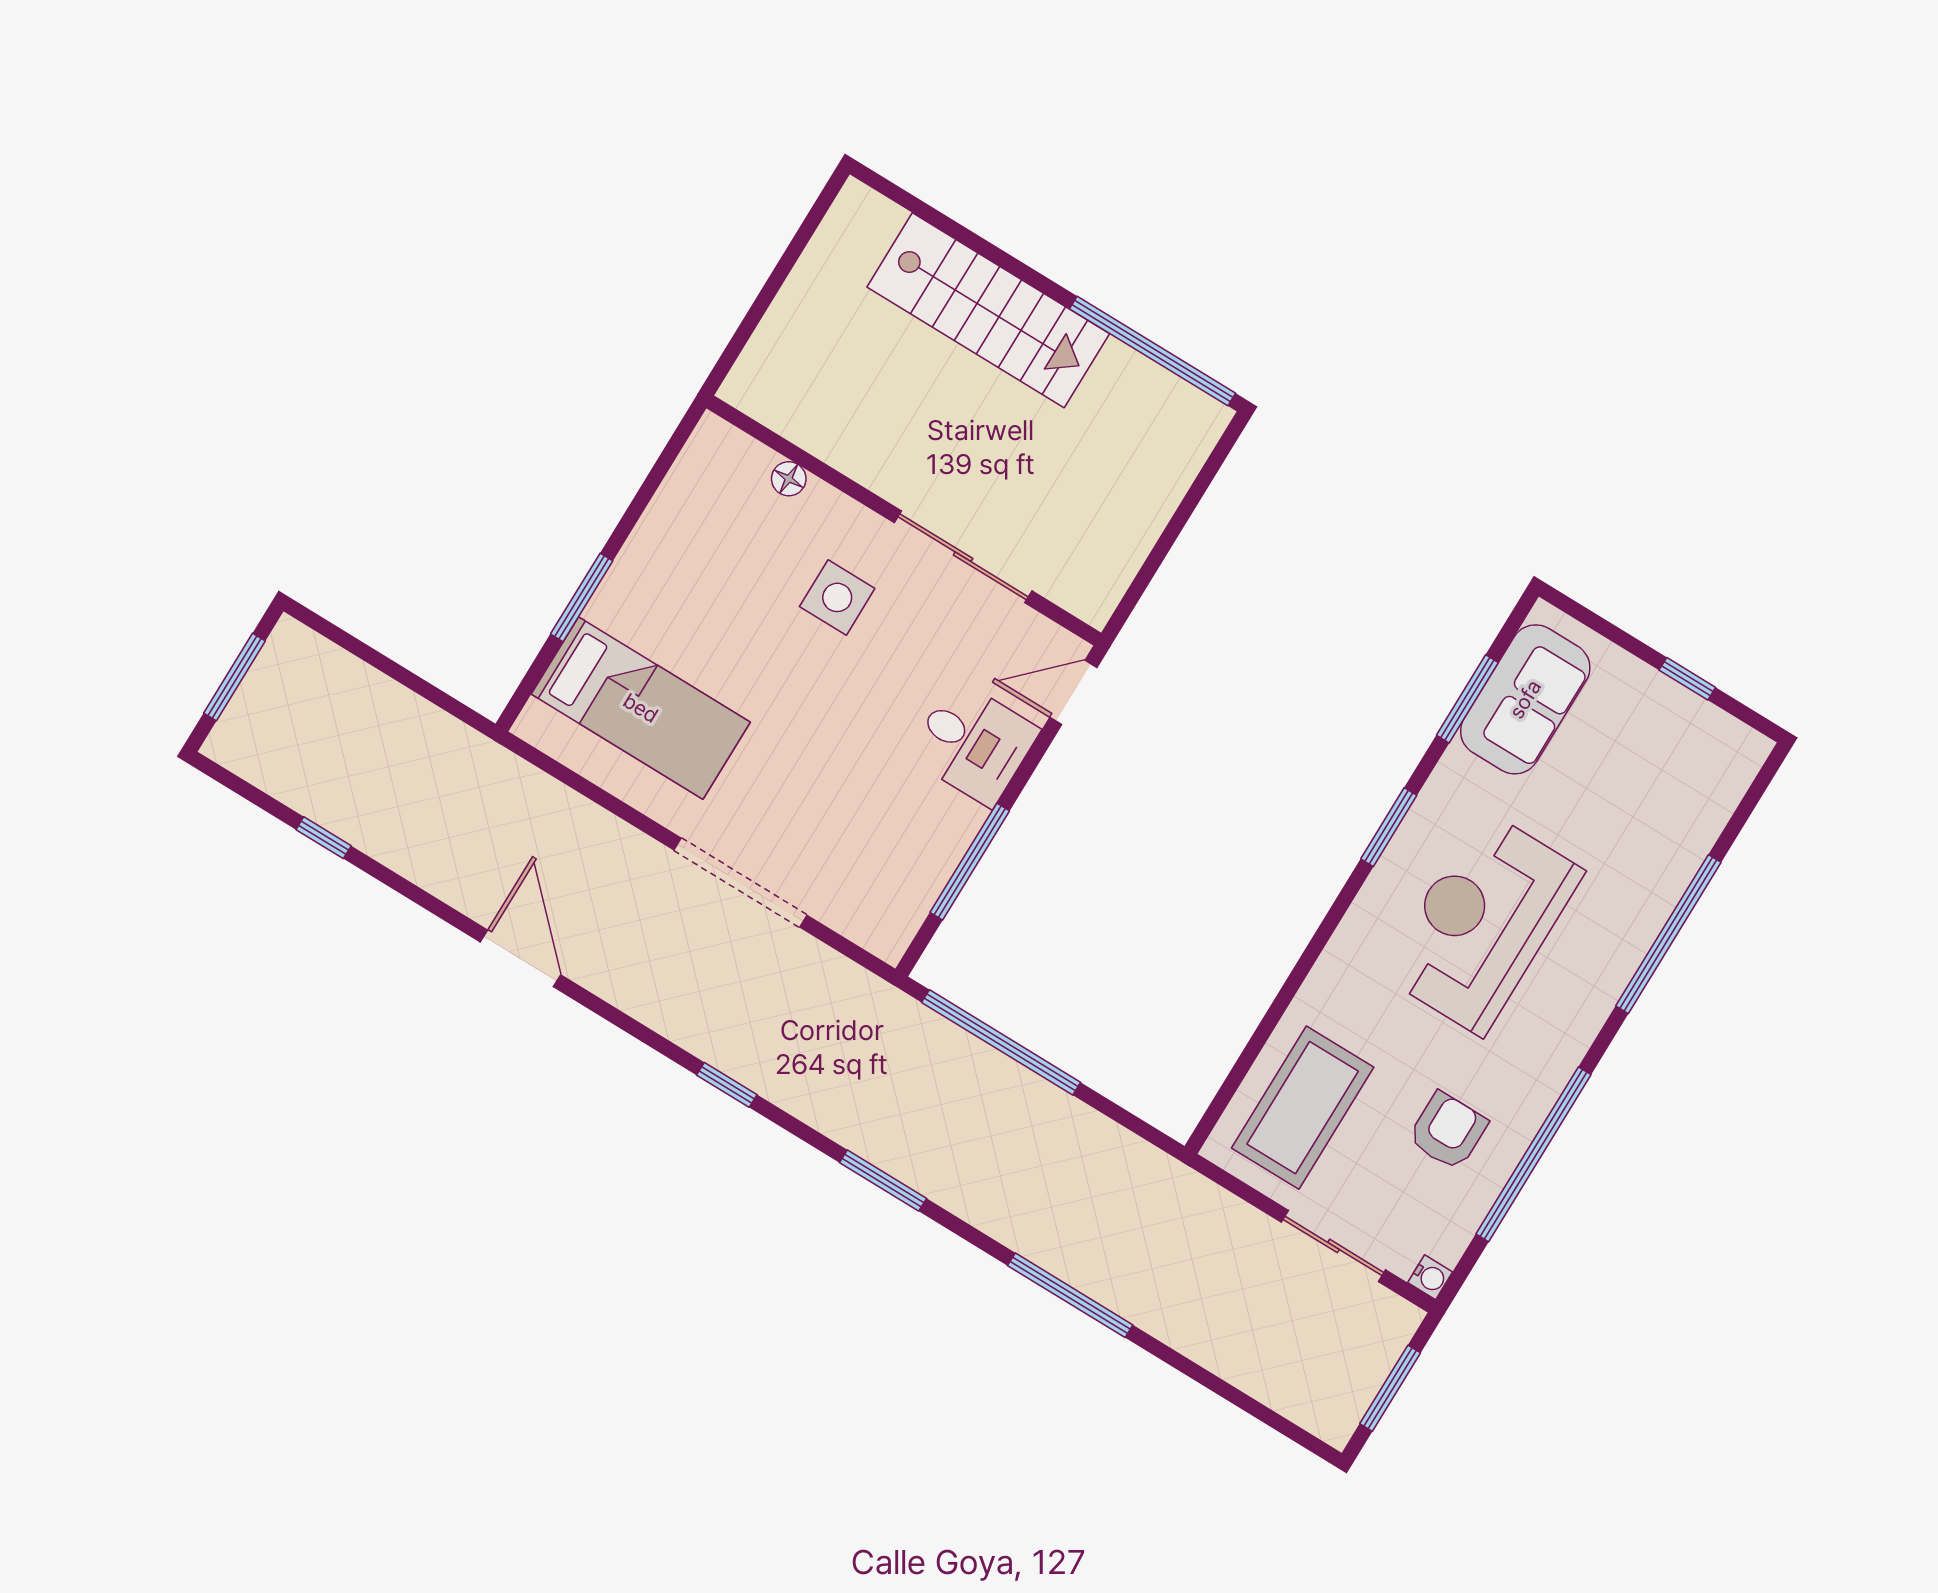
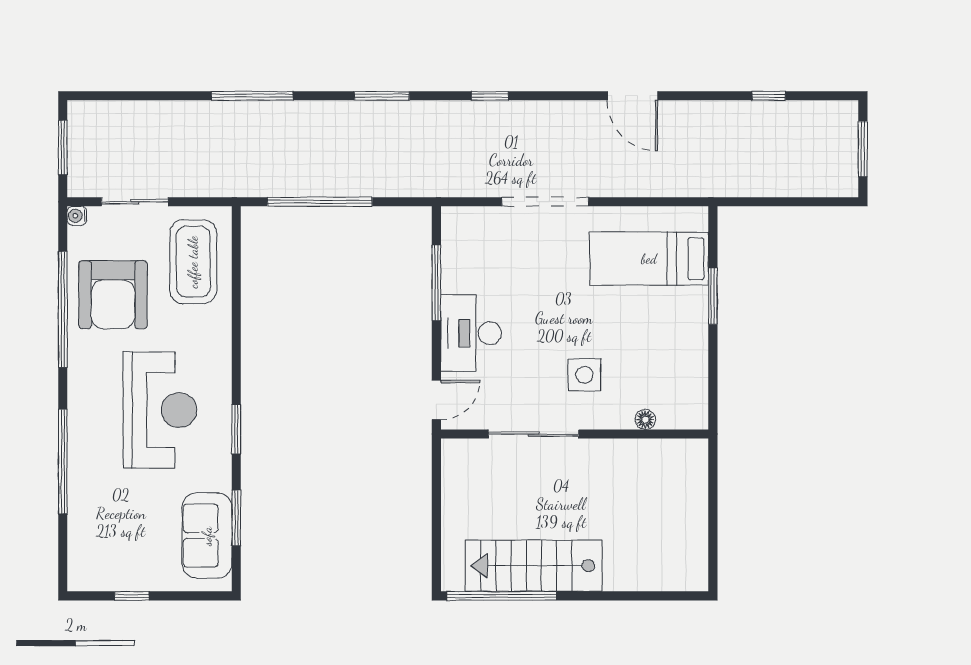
stairs: (988, 310) -> (534, 566), moved
desk: (973, 743) -> (471, 333), width x1.37
window: (1001, 1042) -> (320, 202), moved
armchair: (1448, 1131) -> (113, 295), width x1.88, depth x1.88

